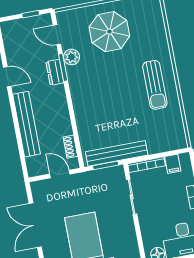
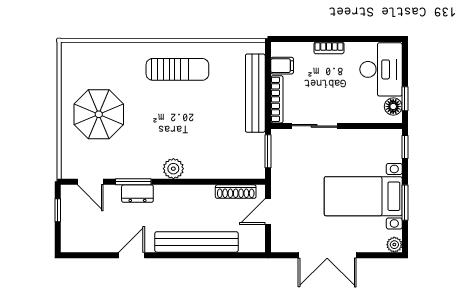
door: (57, 35) -> (90, 182), hinge flipped
plant: (72, 57) -> (173, 169), moved
shoe rack: (70, 147) -> (236, 192), width x1.43
bench: (117, 153) -> (255, 93), moved

